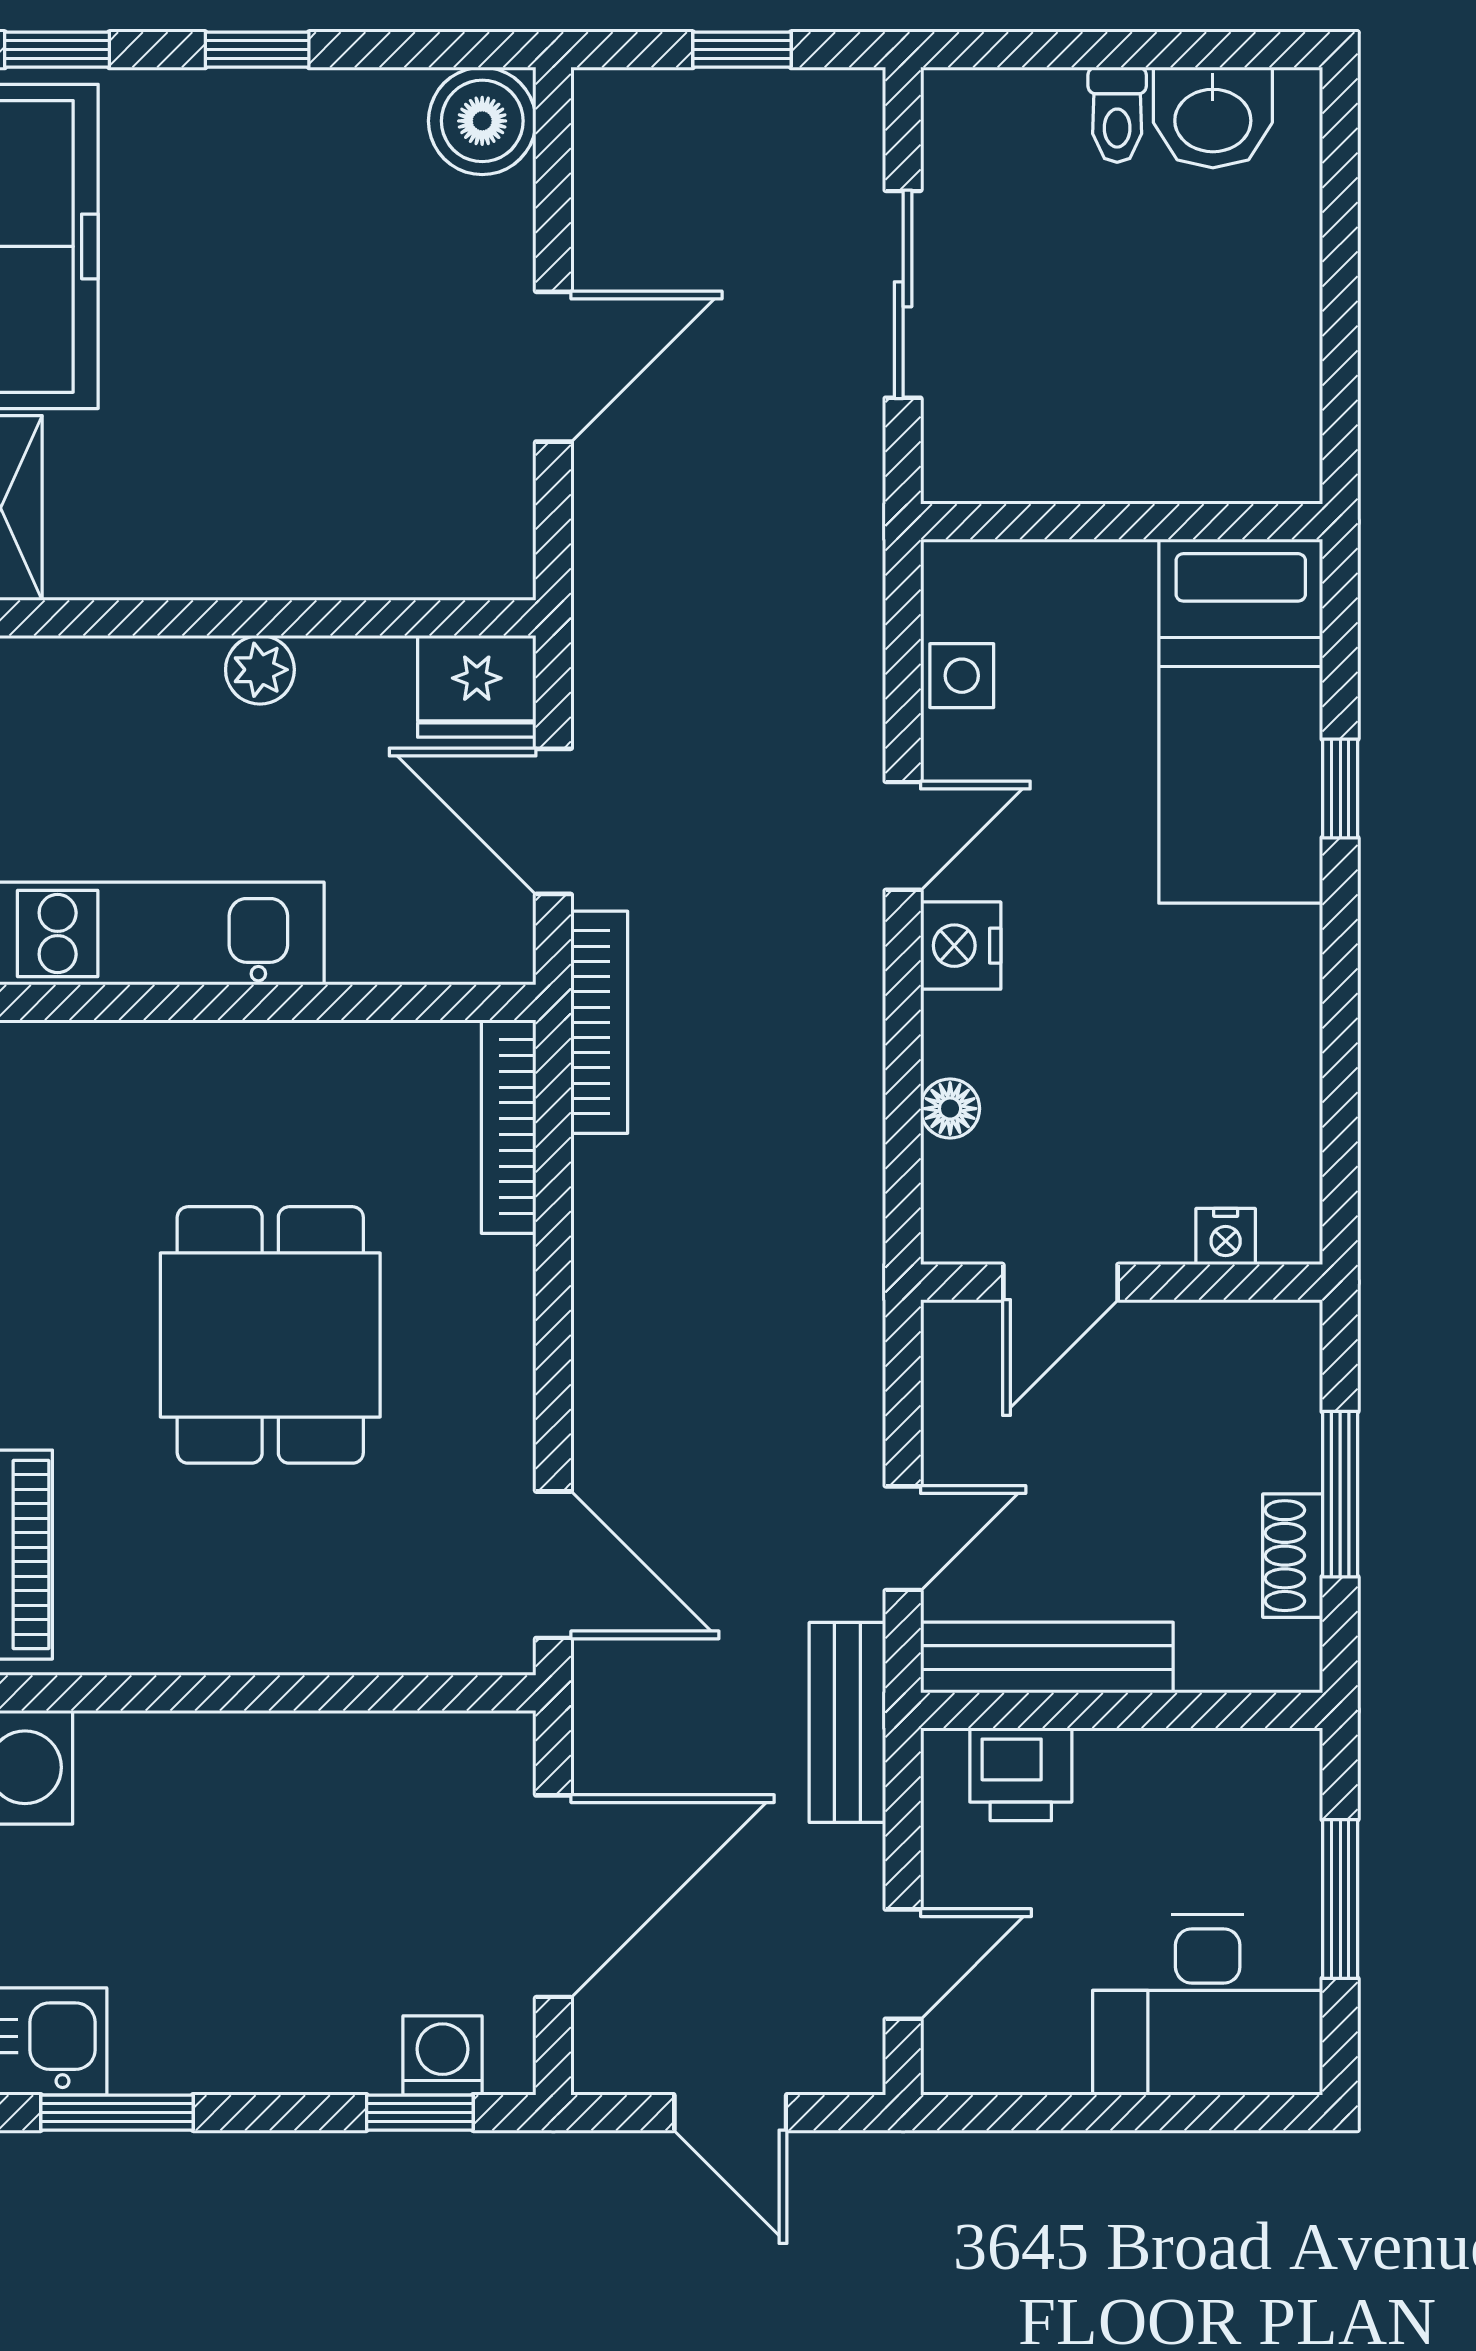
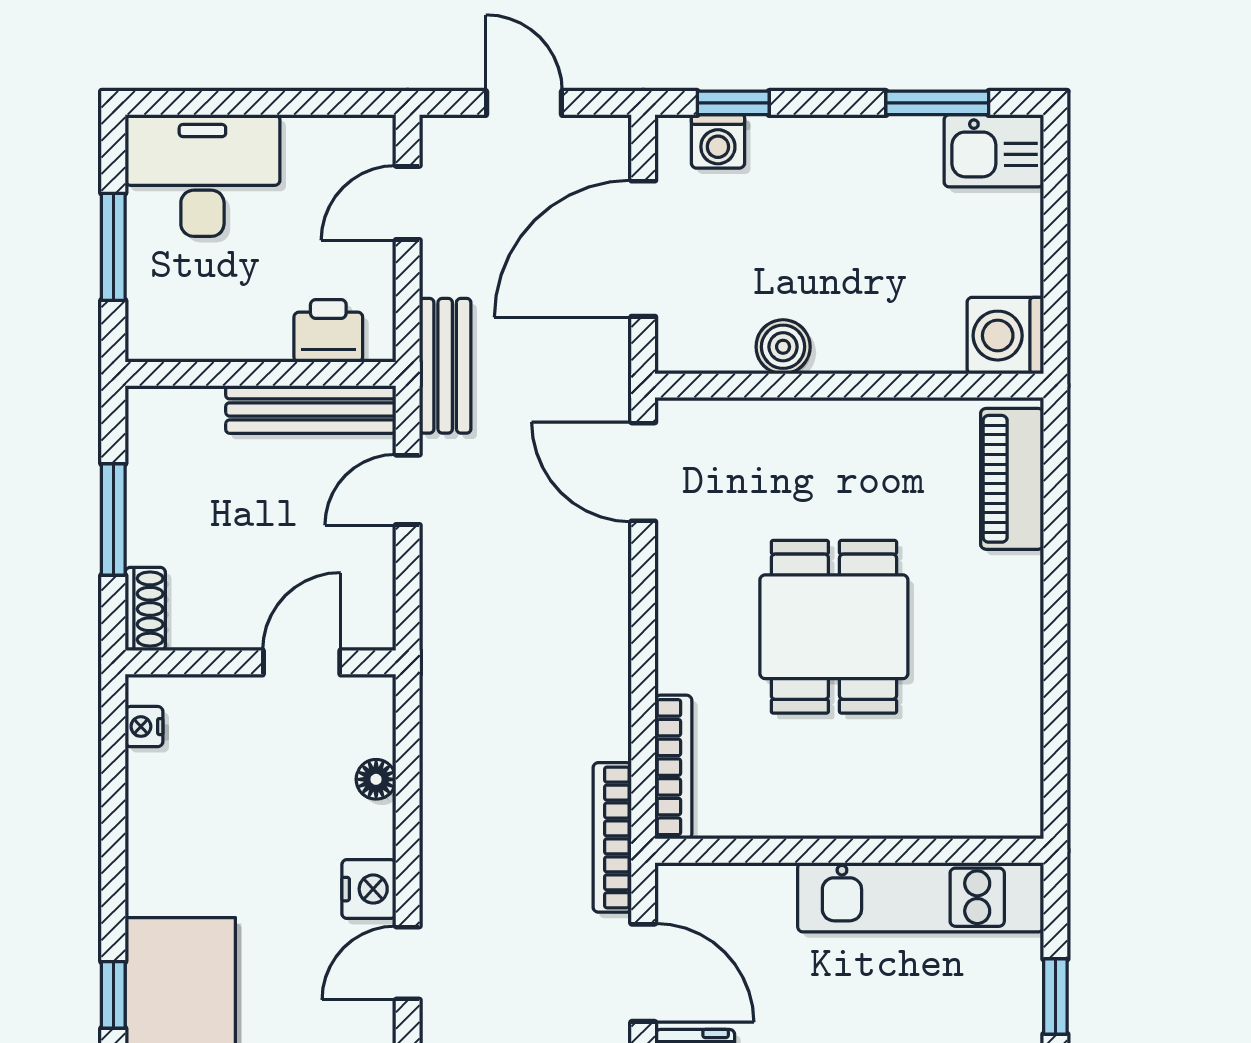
nightstand: (1226, 1237) -> (144, 727), moved, turned -90
shoe rack: (1293, 1556) -> (145, 609), moved
boiler: (346, 1751) -> (783, 347), added

